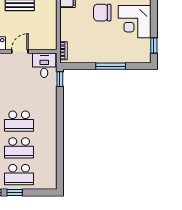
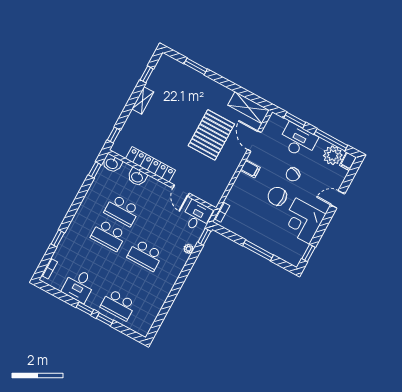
door: (20, 51) -> (181, 191), swing flipped
plant: (52, 96) -> (189, 249), added
school desk: (19, 148) -> (132, 280), removed

